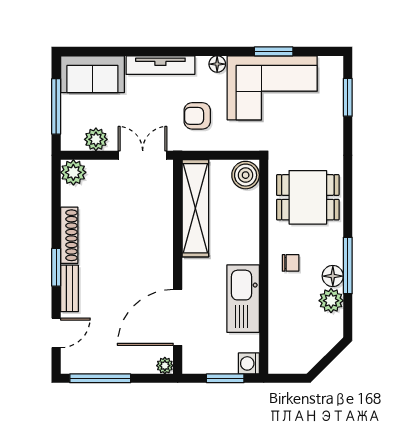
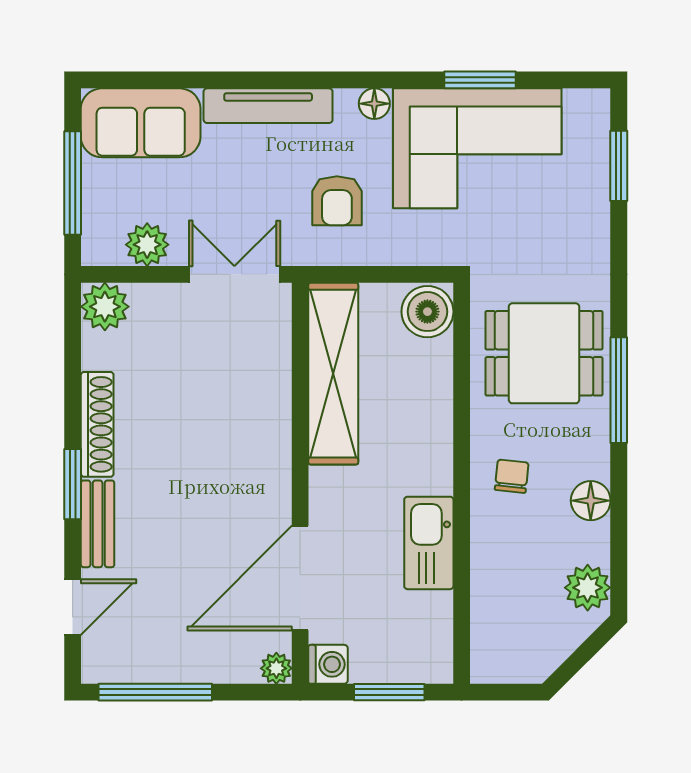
armchair: (197, 116) -> (337, 201), turned -90
chair: (291, 263) -> (512, 476), turned -84
window: (348, 265) -> (619, 390), moved
kitchen sink: (243, 299) -> (429, 543), width x0.73, depth x0.81
plant: (331, 301) -> (588, 588), moved
washing machine: (249, 363) -> (328, 664), moved, turned 180

